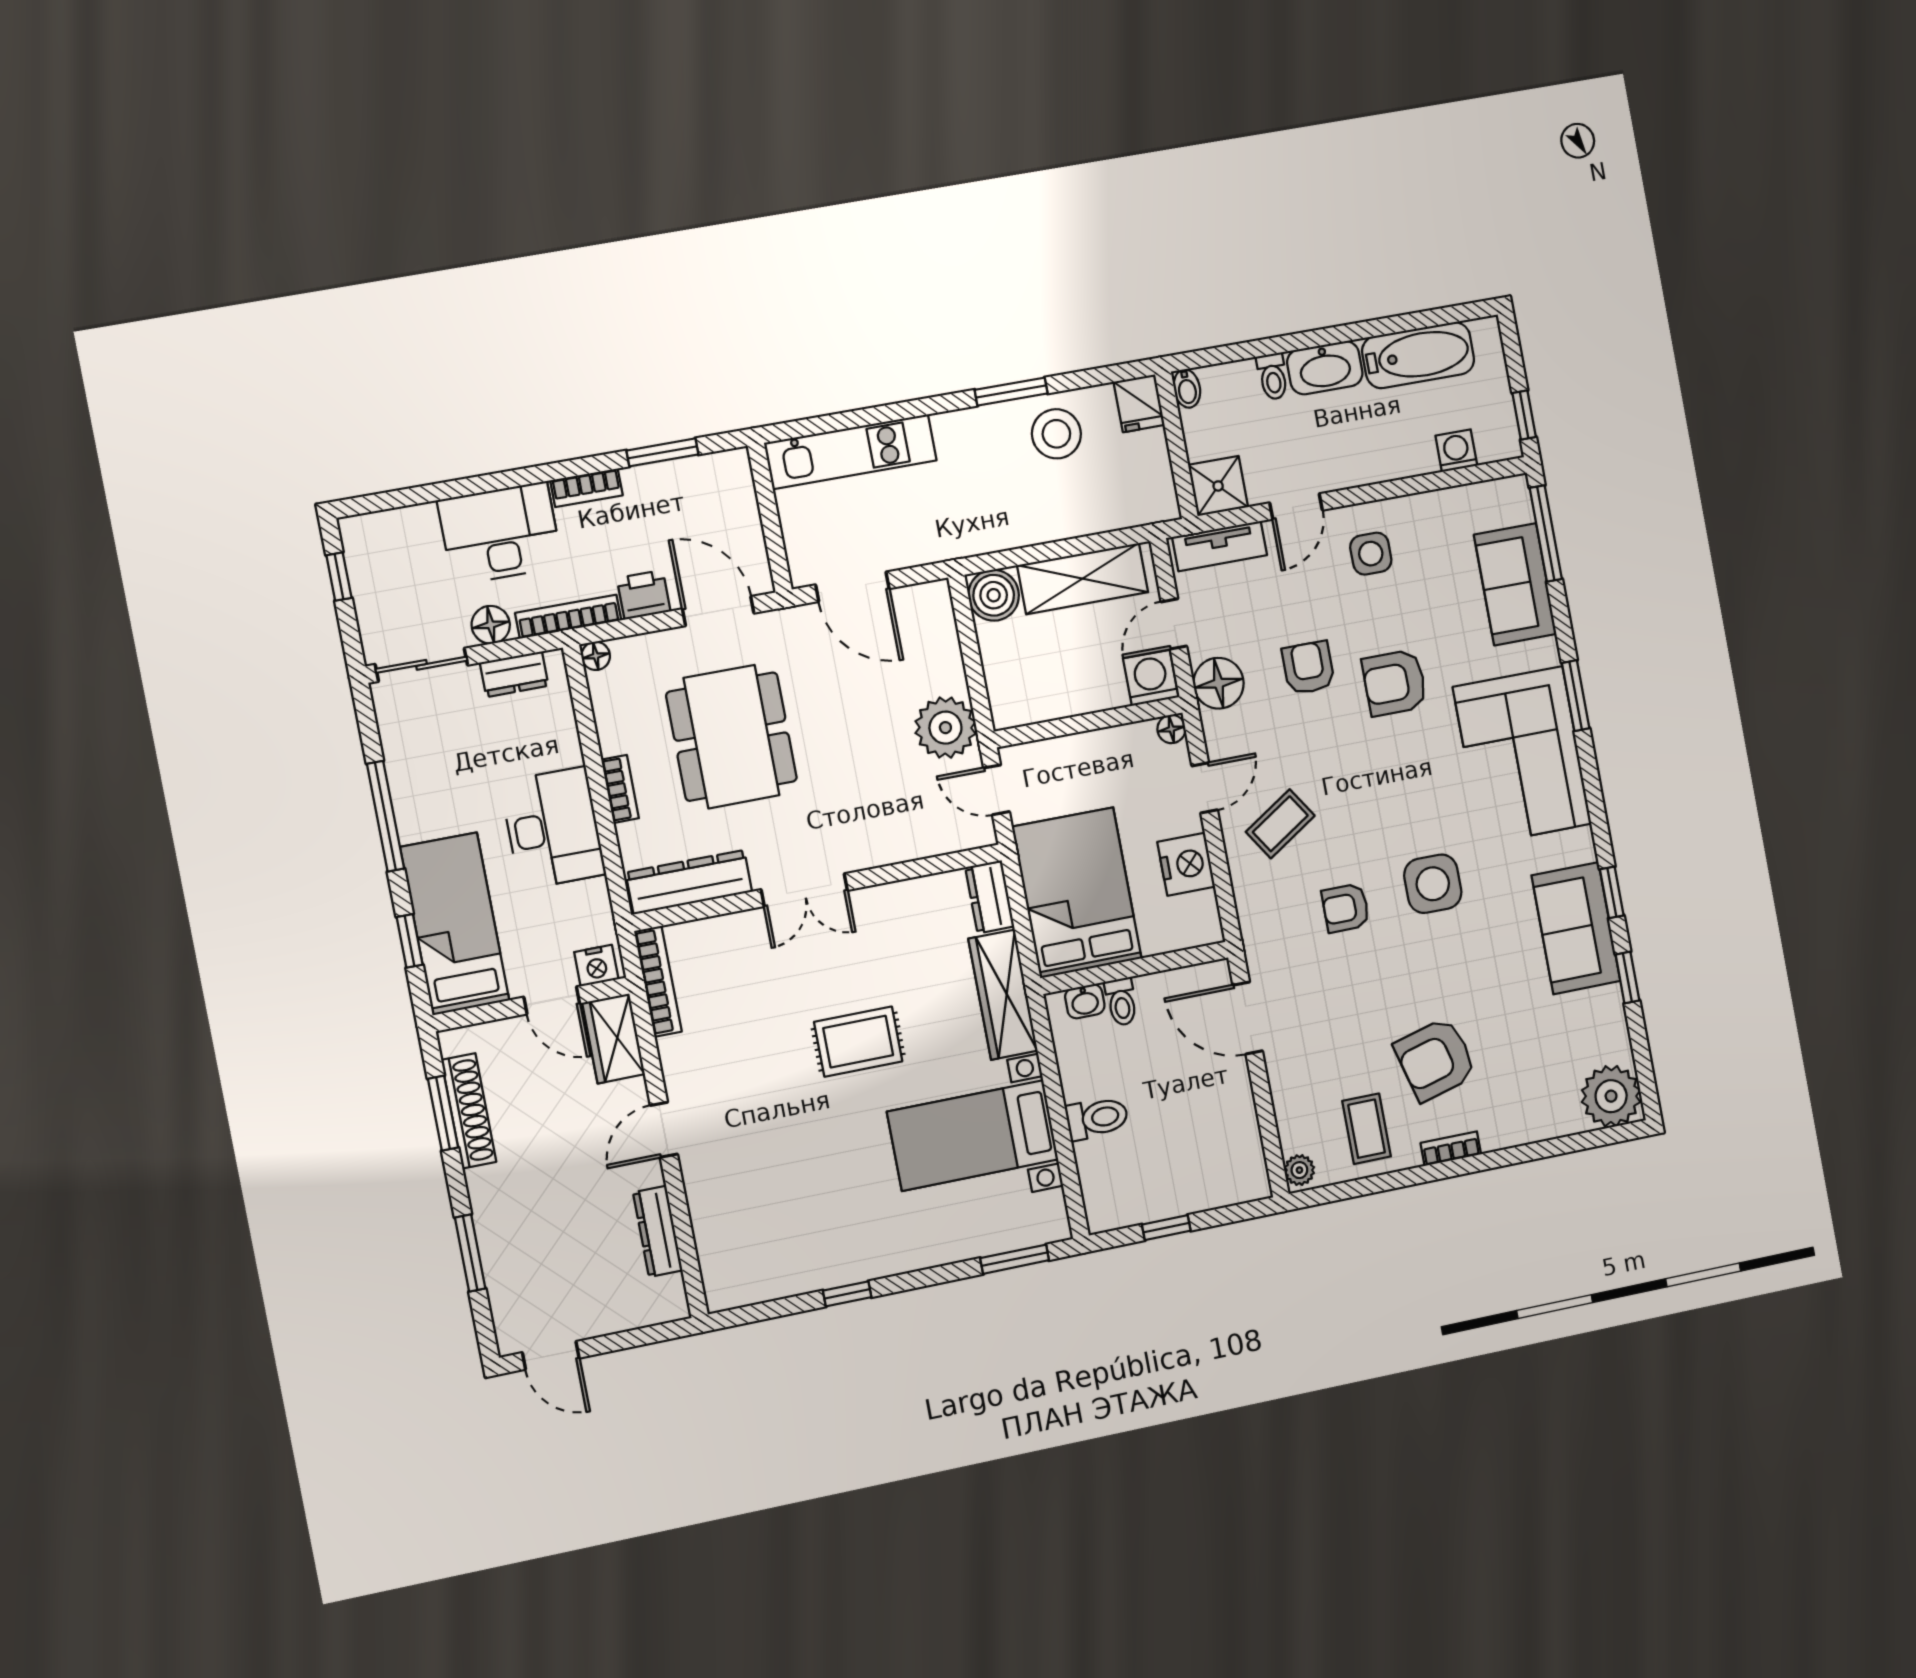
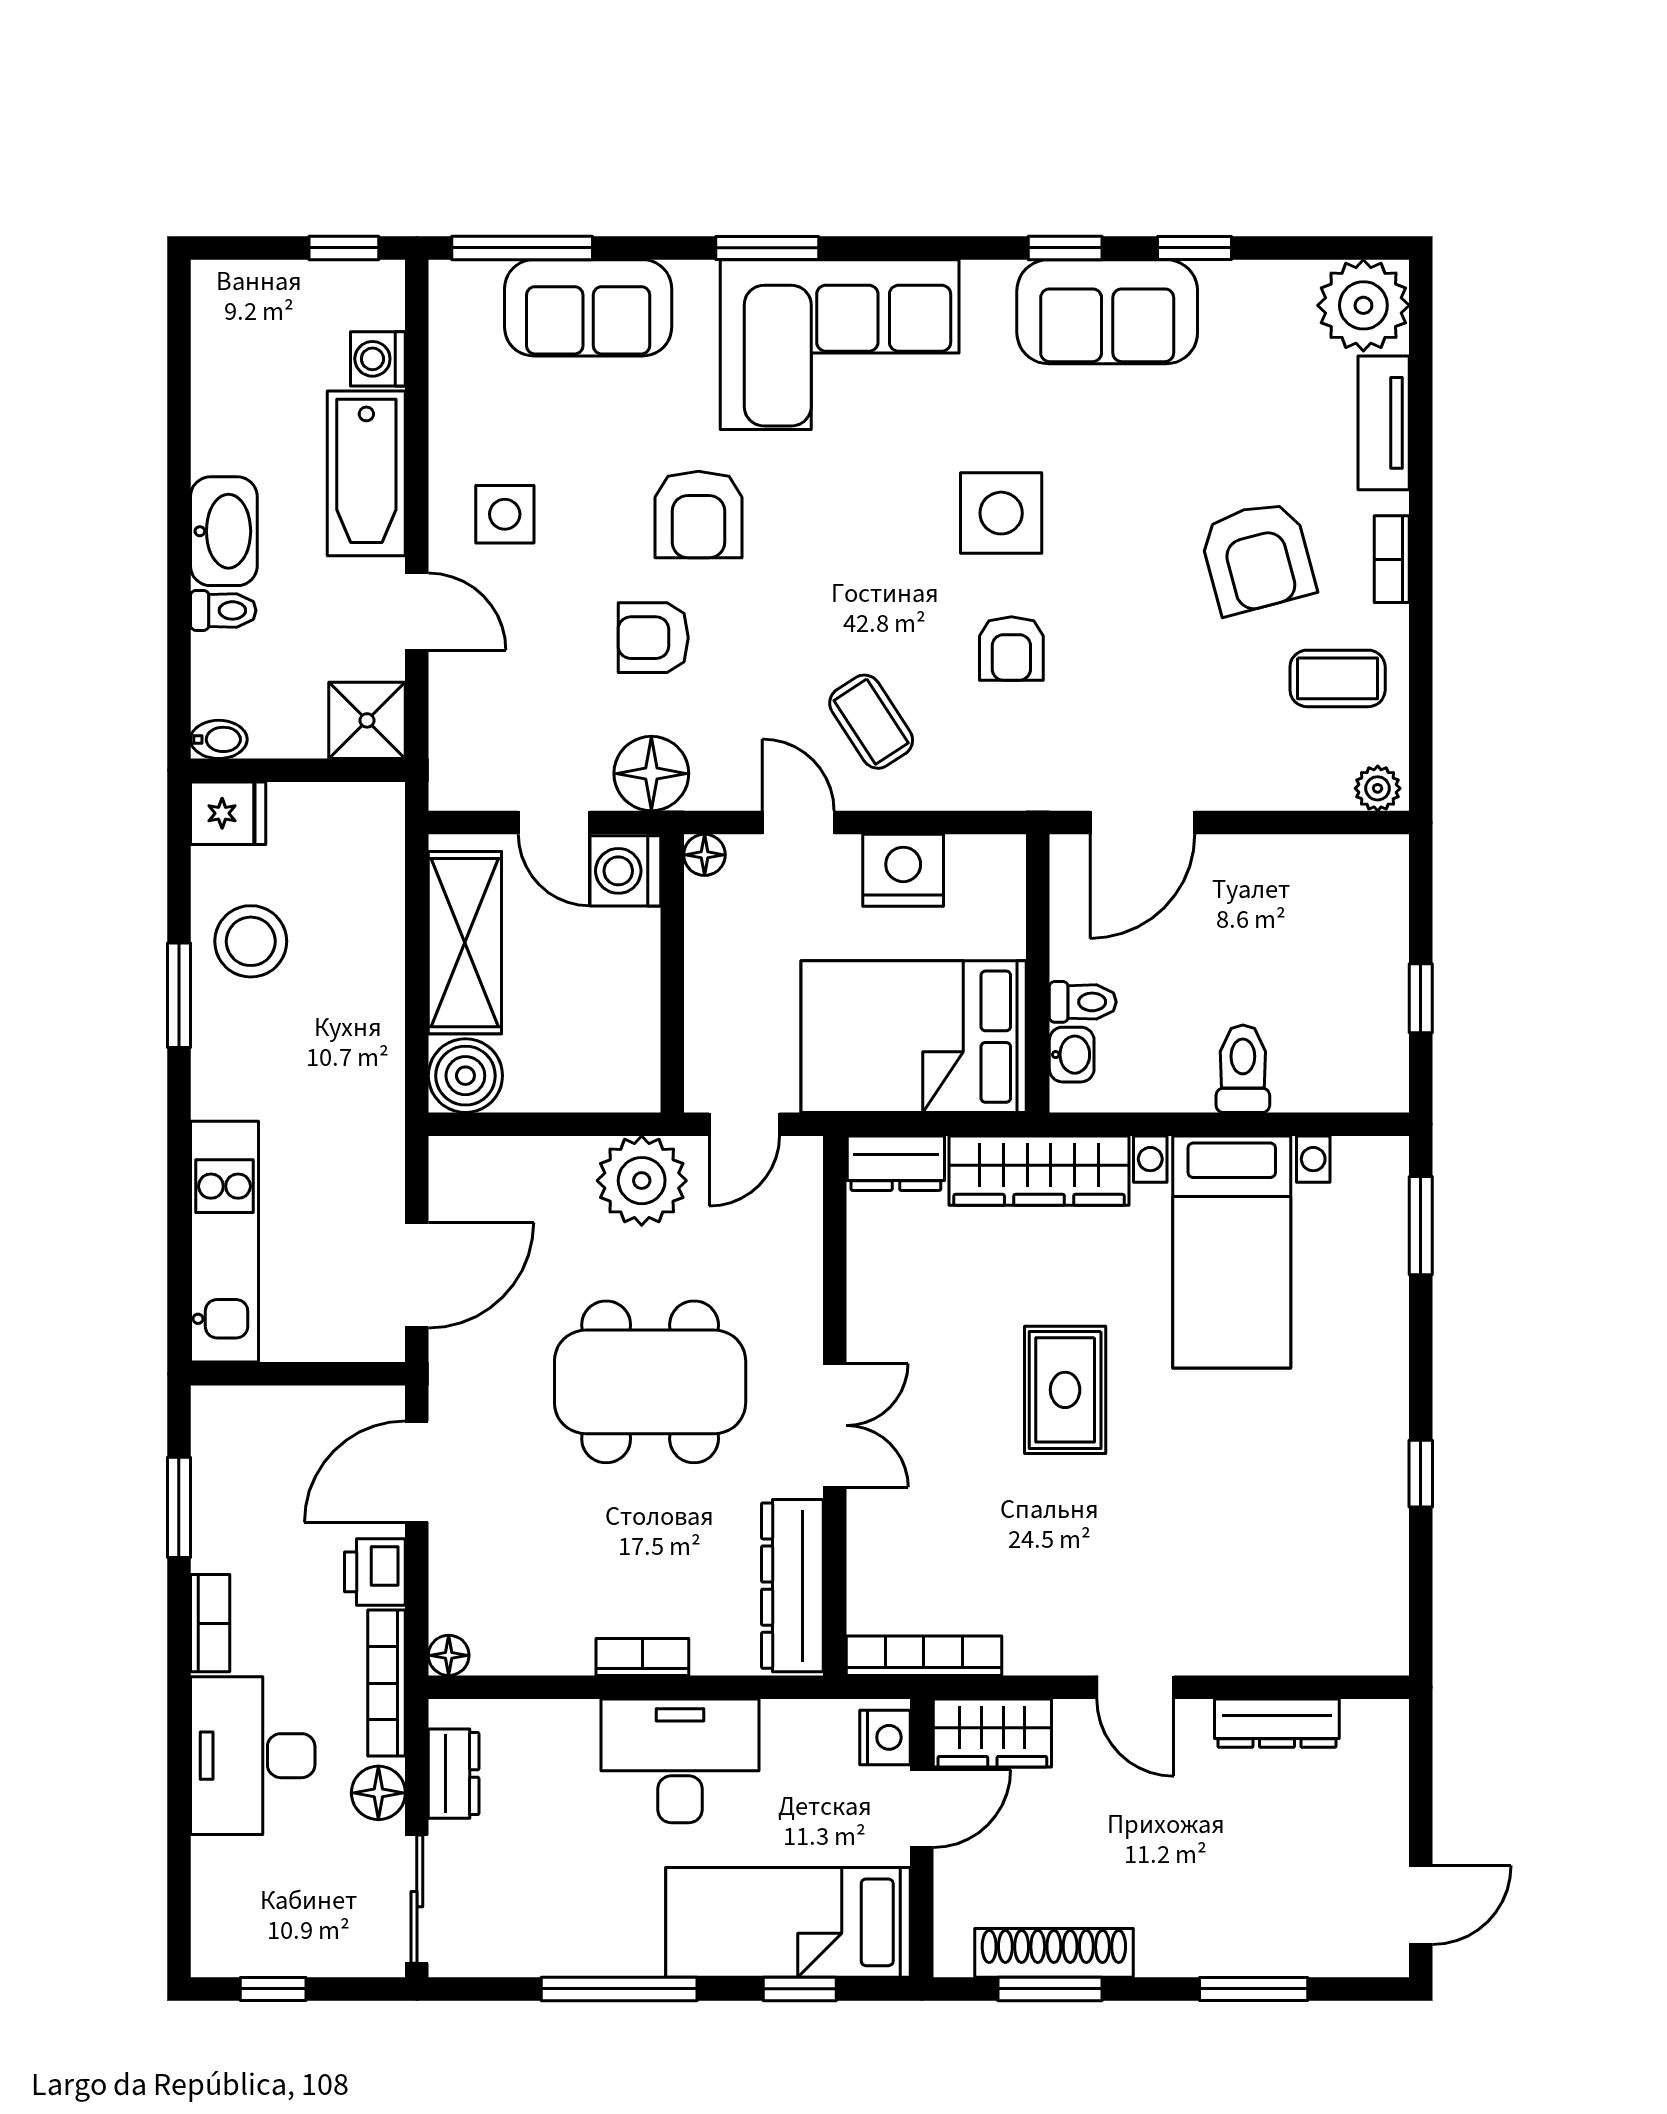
bathtub: (1418, 355) -> (366, 473), moved, turned 180
tv unit: (1220, 546) -> (1384, 423), moved, turned 180
dining table: (731, 737) -> (650, 1382), moved

